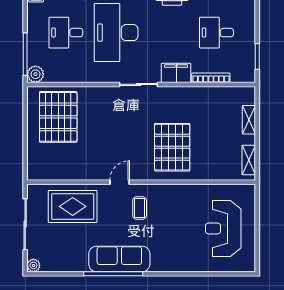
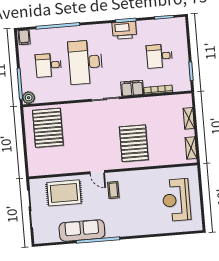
door: (120, 182) -> (97, 172), swing flipped
sofa: (119, 259) -> (82, 230), moved
plant: (33, 265) -> (39, 239), removed

